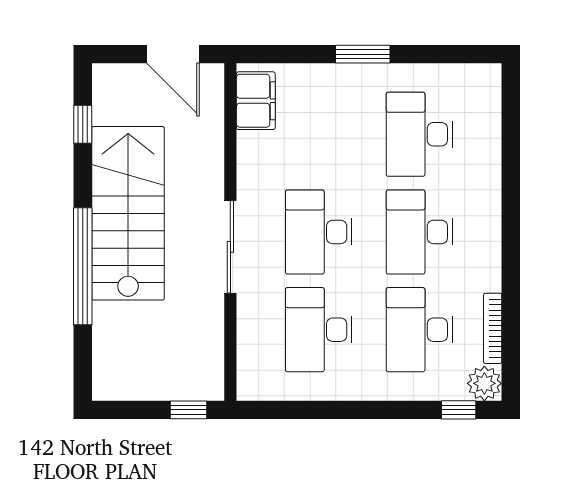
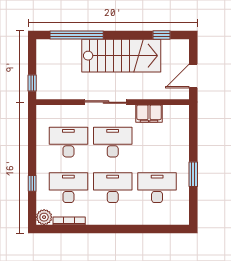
window: (363, 54) -> (193, 174), moved
filing cabinet: (256, 101) -> (149, 114), moved
window: (83, 266) -> (77, 35), moved
window: (459, 410) -> (32, 183), moved

